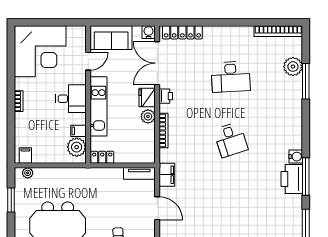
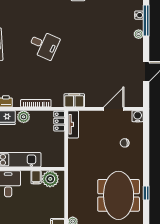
desk: (231, 140) -> (44, 45), turned 42
locker: (102, 157) -> (59, 121), moved
door: (157, 208) -> (114, 109), moved

